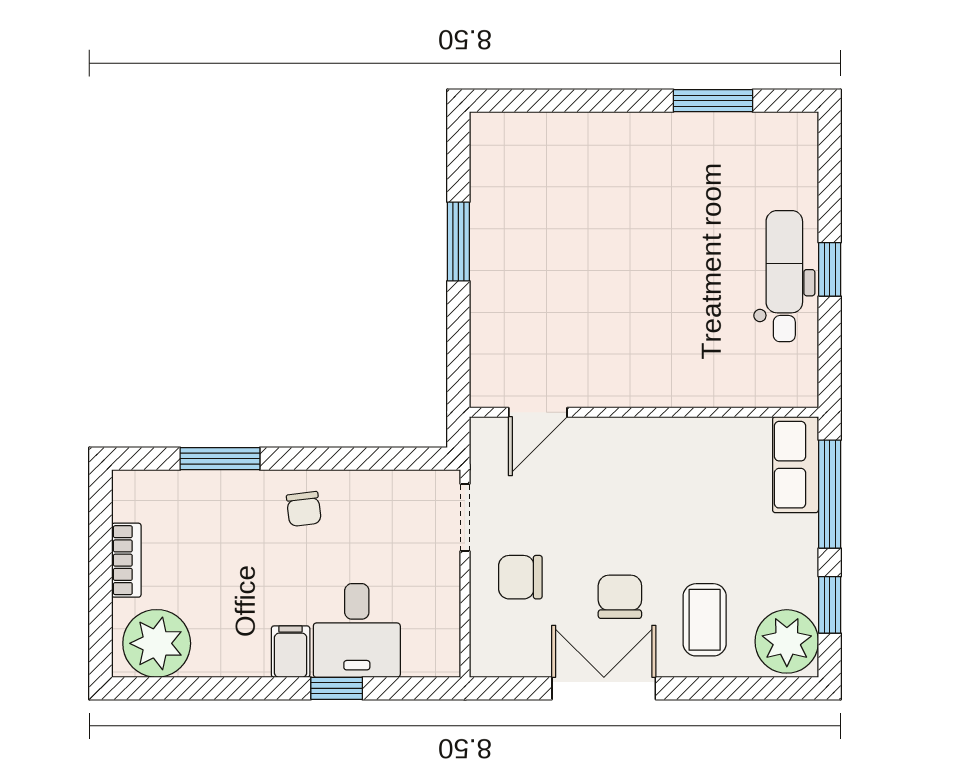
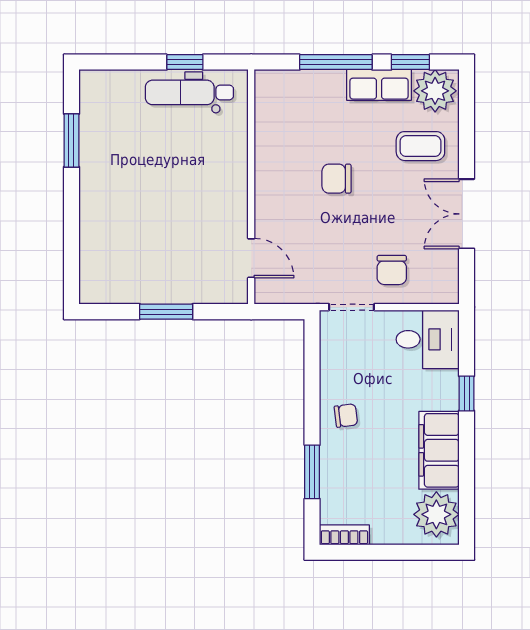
door: (538, 412) -> (251, 258), moved
wall: (644, 412) -> (251, 187), moved
row of seats: (796, 465) -> (379, 85), moved
bookcase: (126, 560) -> (344, 535), moved
chair: (620, 597) -> (337, 179), moved
desk: (357, 630) -> (428, 339), moved
filing cabinet: (291, 652) -> (439, 450), width x3.00, depth x1.17

